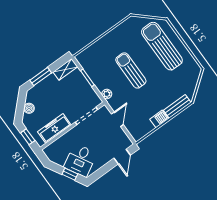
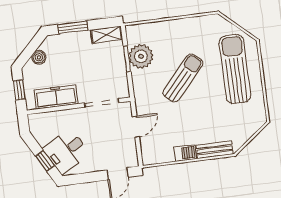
sun lounger: (131, 70) -> (183, 78), turned 42
plant: (107, 94) -> (141, 56), moved, width x1.87, depth x1.87

